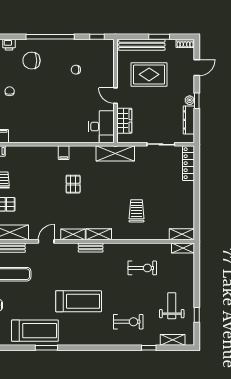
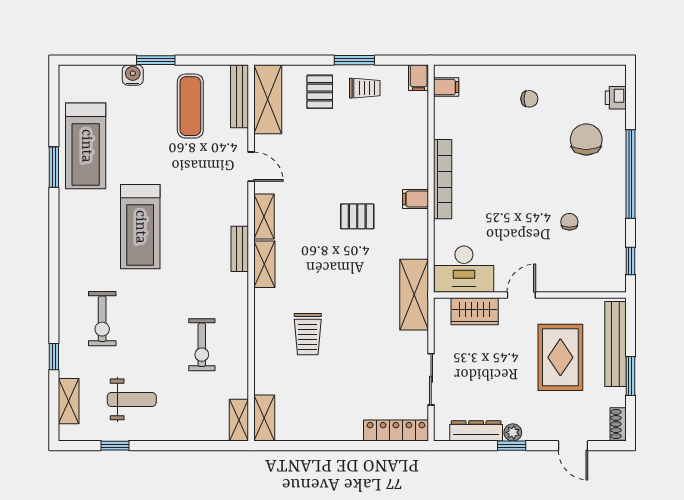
bookcase: (53, 138) -> (443, 179), added
trolley: (137, 211) -> (308, 334), turned 90

